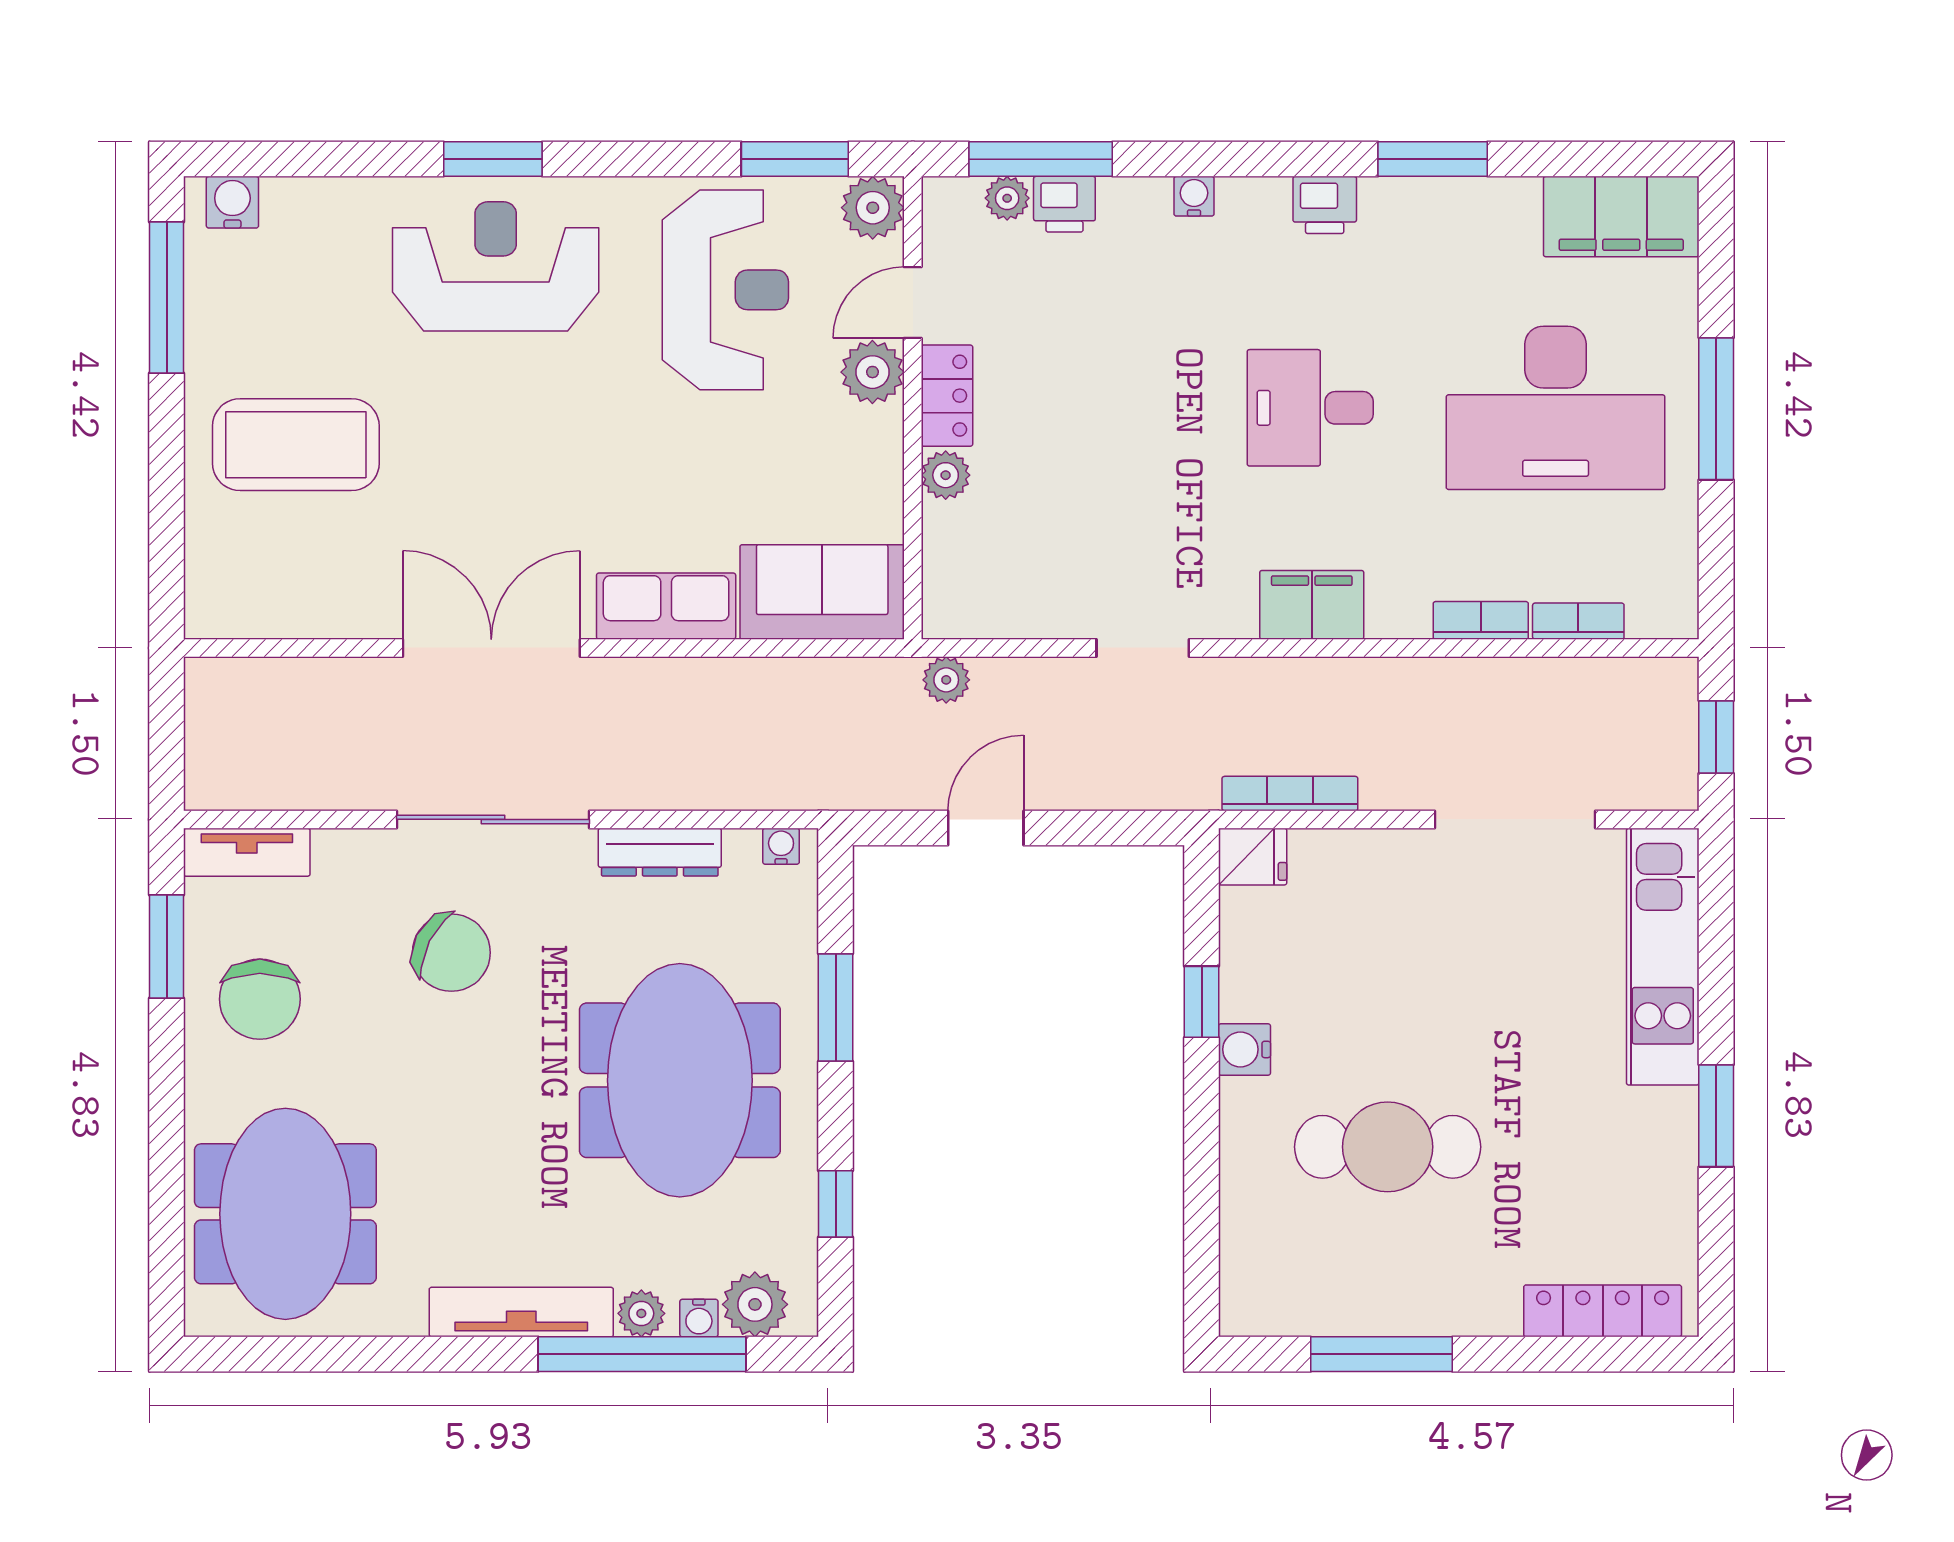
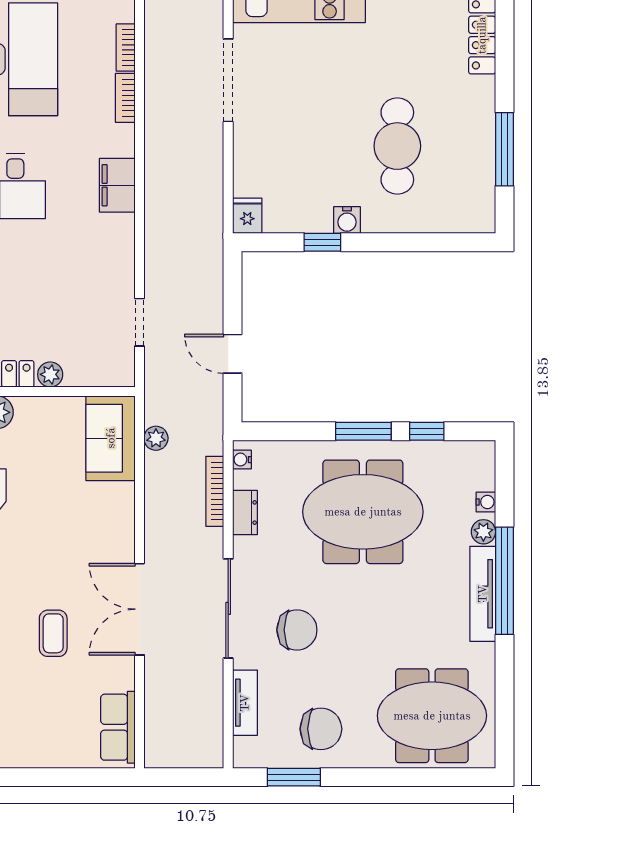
coffee table: (296, 445) -> (53, 633), moved, width x0.54, depth x0.58
row of seats: (666, 606) -> (118, 727), moved
doorway: (1143, 648) -> (139, 322), moved
plant: (946, 680) -> (156, 438), moved
bookcase: (1290, 794) -> (215, 491), moved
tv unit: (247, 852) -> (245, 703), moved
dresser: (660, 852) -> (245, 513), width x0.70
chair: (451, 953) -> (297, 630), turned 63
window: (836, 1008) -> (363, 431), moved
plant: (755, 1304) -> (479, 473), removed
window: (642, 1354) -> (504, 581), moved

